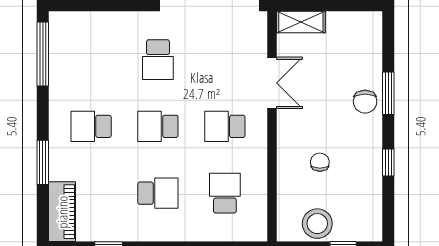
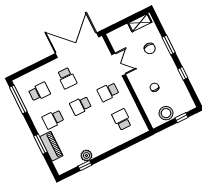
shelving: (301, 22) -> (140, 23), moved
chair: (365, 102) -> (150, 48), moved
school desk: (158, 193) -> (39, 92), moved
piano: (62, 212) -> (51, 146), moved
plant: (121, 229) -> (86, 156), added

